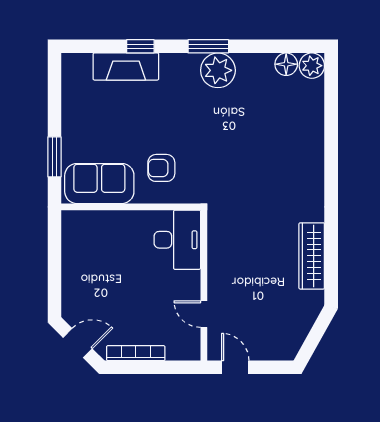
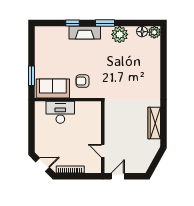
fireplace: (126, 66) -> (85, 33), moved
plant: (218, 70) -> (120, 34), moved
desk: (177, 240) -> (60, 112), moved, turned -90
door: (235, 367) -> (118, 176), hinge flipped

